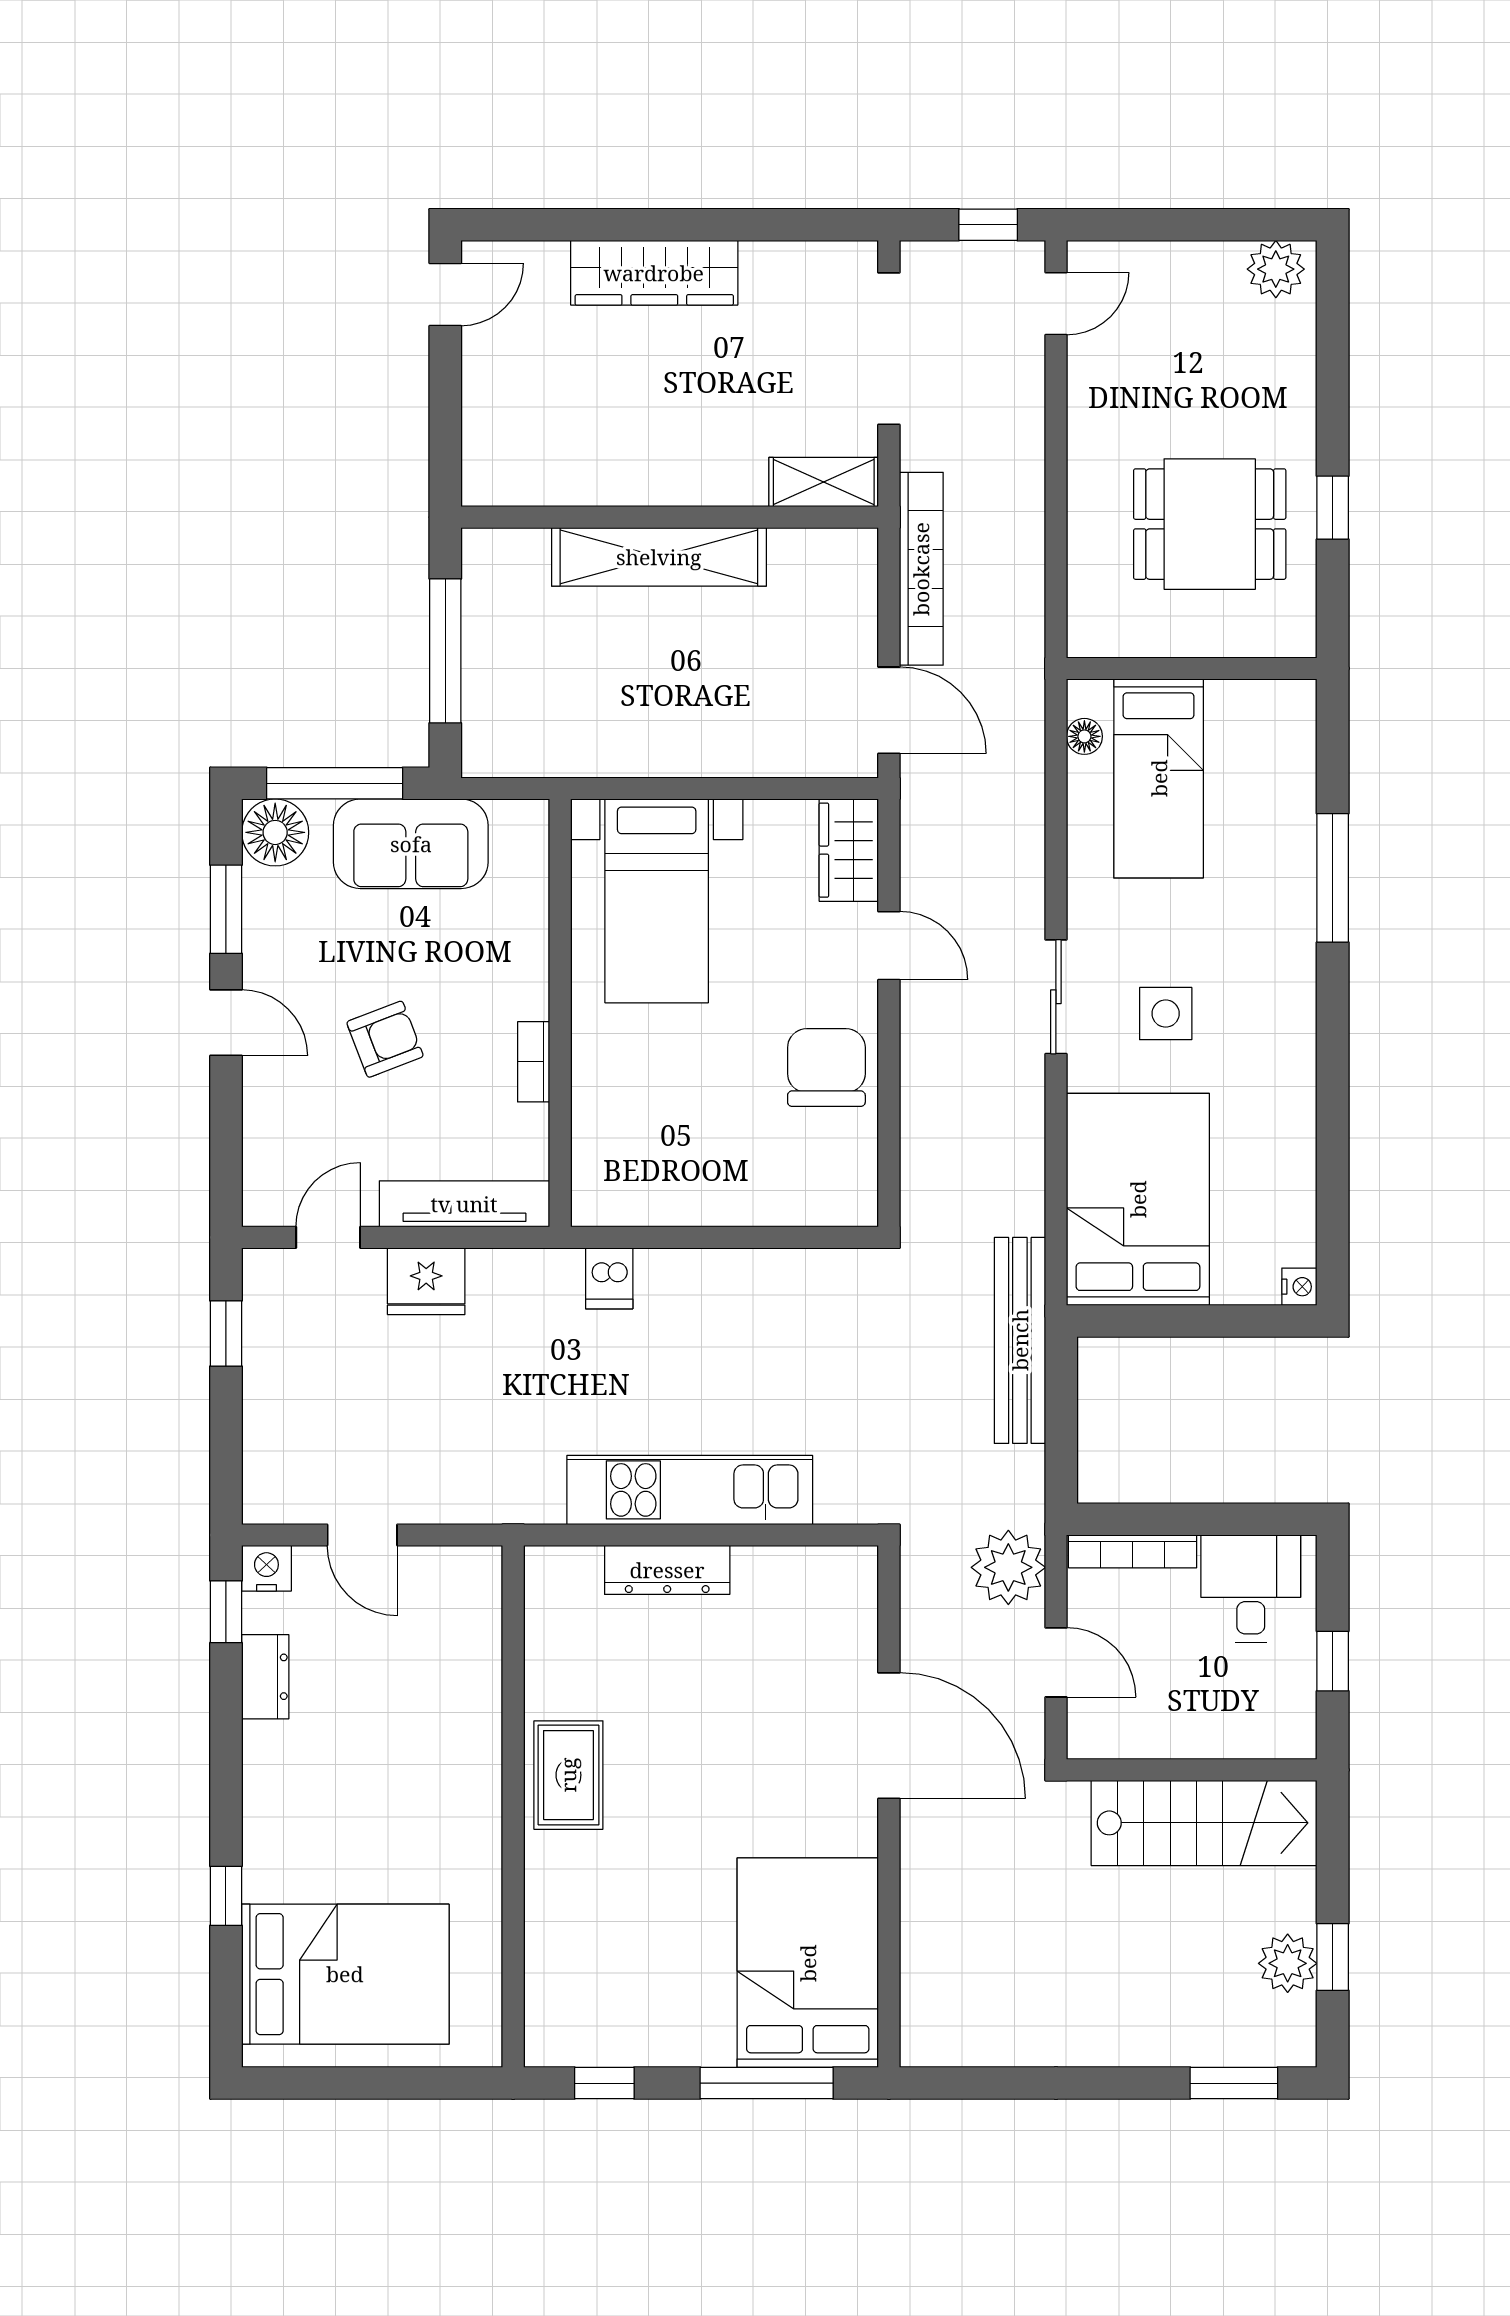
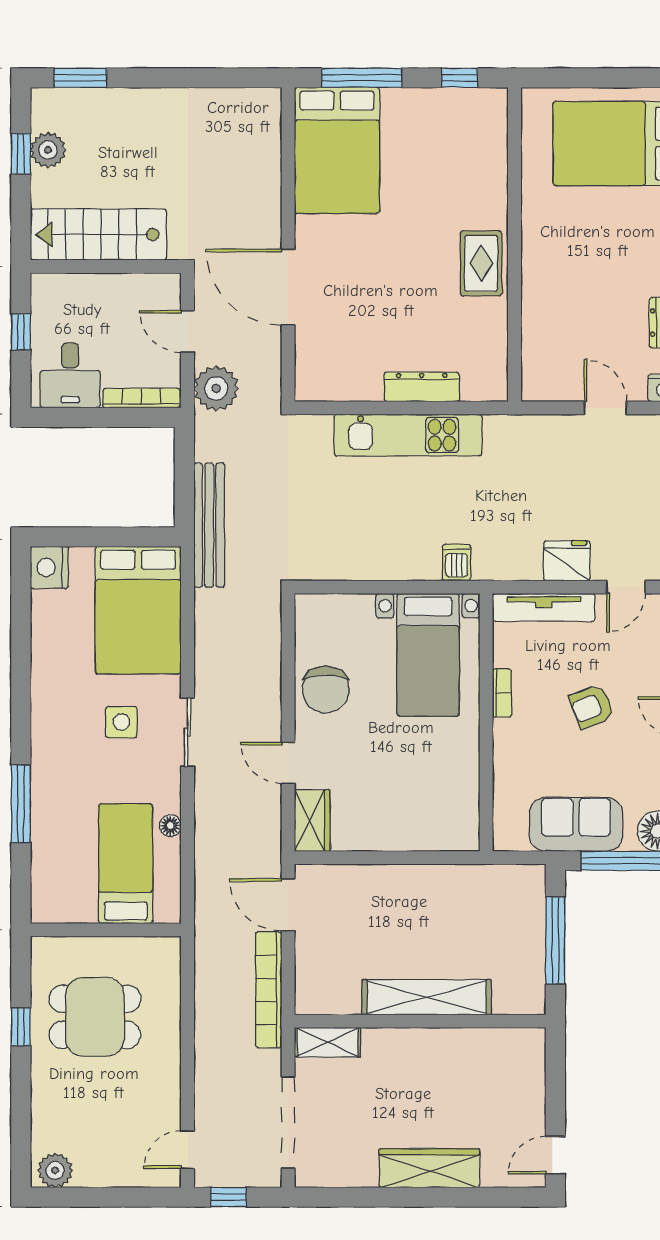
floor lamp: (1084, 736) -> (170, 826), moved
bed with nightstands: (657, 901) -> (428, 655), moved, turned 180
nightstand: (1299, 1287) -> (49, 567), width x1.89, depth x1.79

